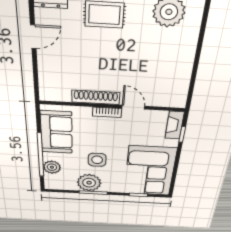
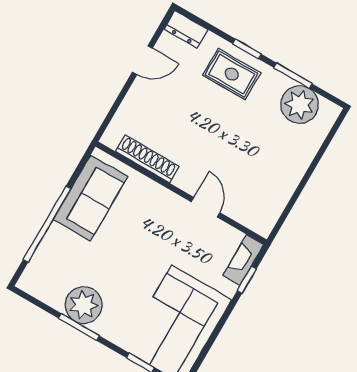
shoe rack: (96, 97) -> (147, 159), moved
bookcase: (107, 112) -> (170, 199), removed
side table: (97, 160) -> (117, 269), removed
plant: (52, 167) -> (49, 252), removed

